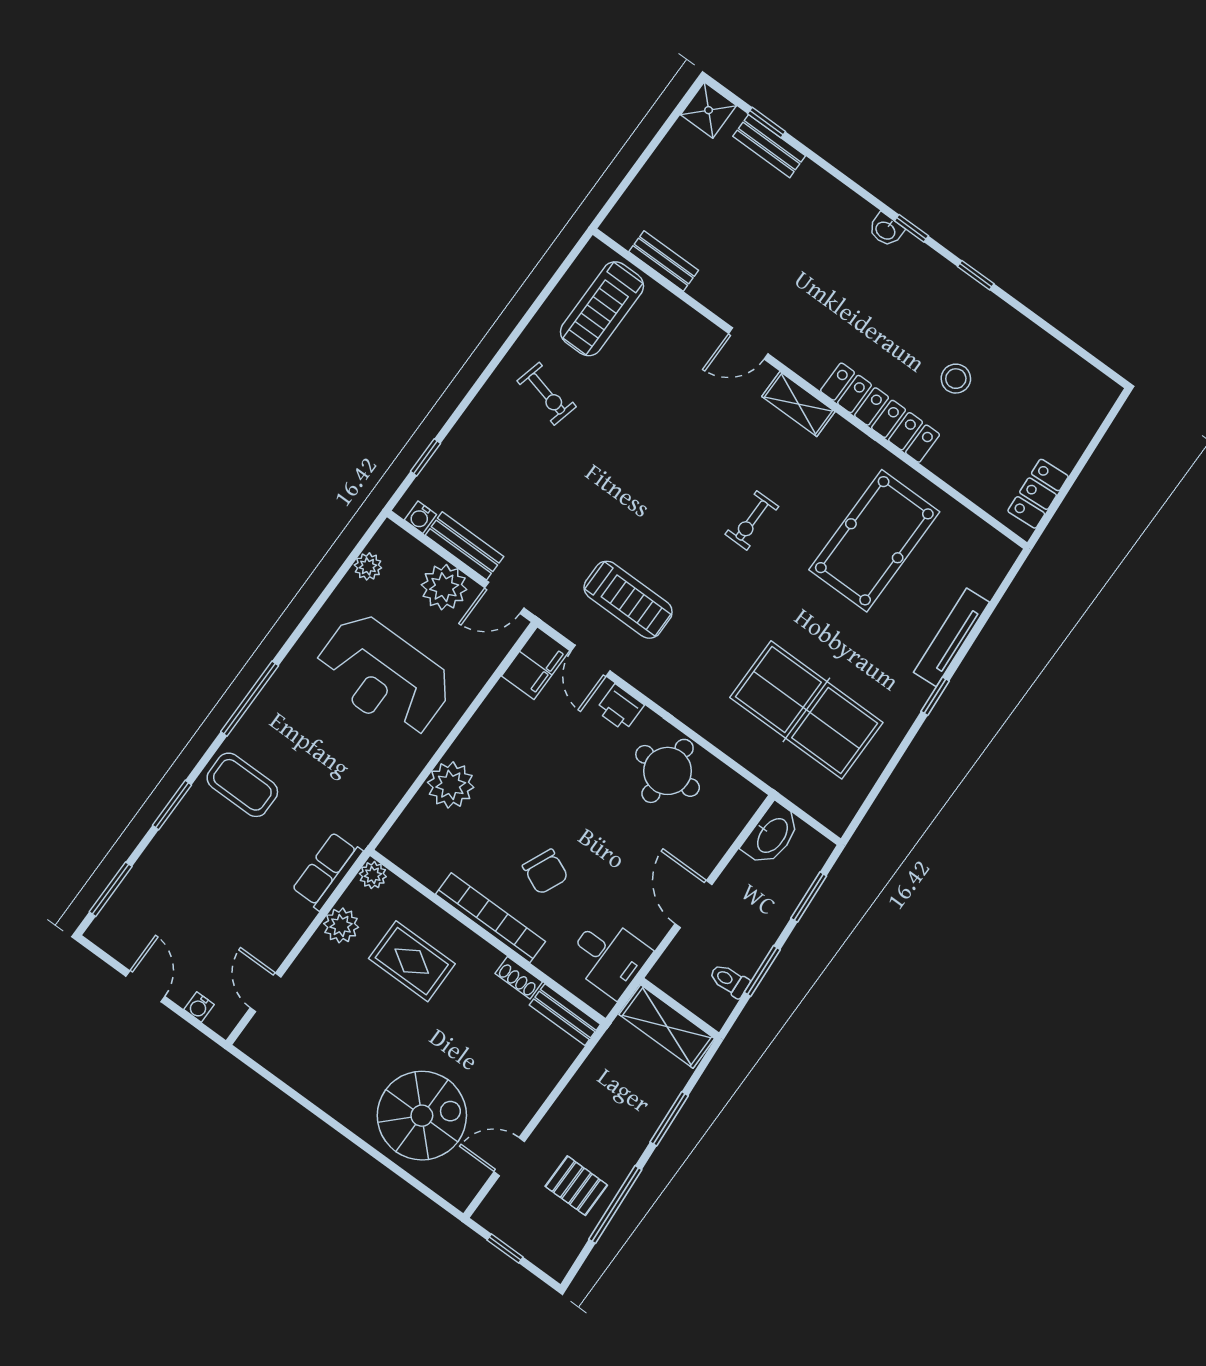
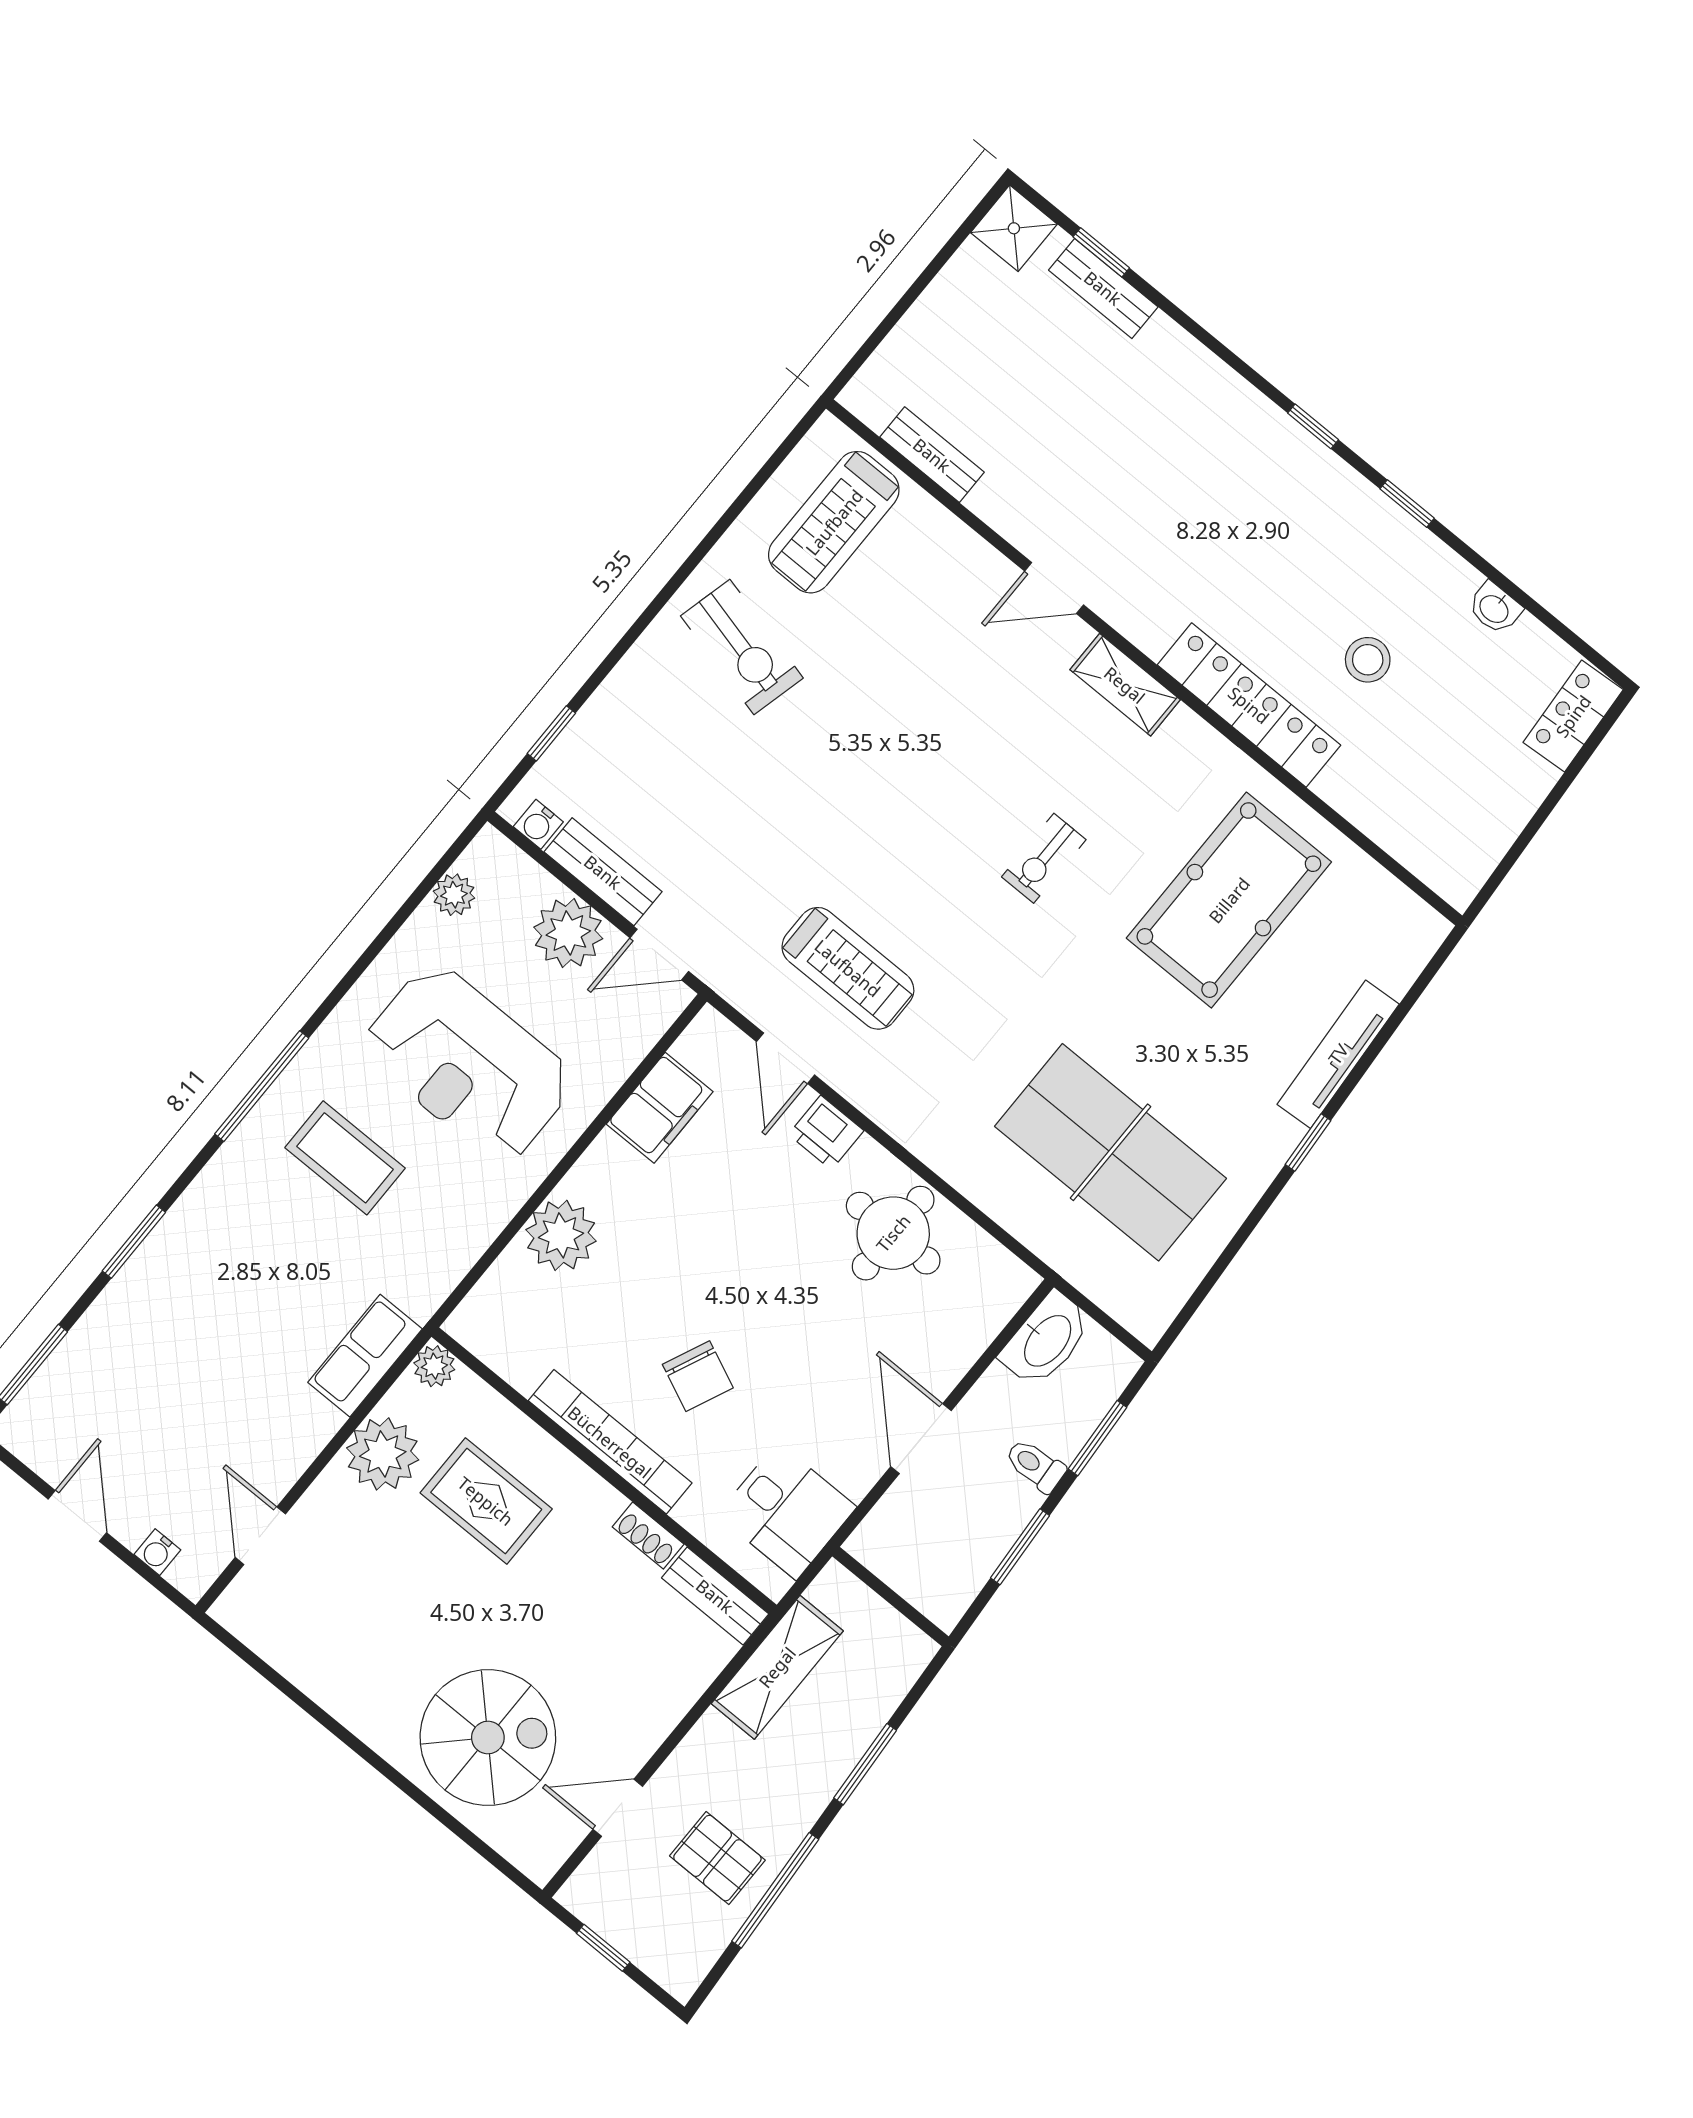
washbasin: (886, 230) -> (1495, 608), moved
exercise bike: (547, 394) -> (742, 647), width x1.38, depth x1.39
locker: (1038, 494) -> (1573, 716), moved
filing cabinet: (536, 663) -> (660, 1108), moved
coffee table: (242, 785) -> (345, 1158), moved
plant: (341, 925) -> (383, 1454), width x1.36, depth x1.36
toilet: (729, 980) -> (1035, 1465), moved
shelving: (667, 1027) -> (777, 1667), moved, turned 90

